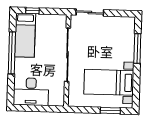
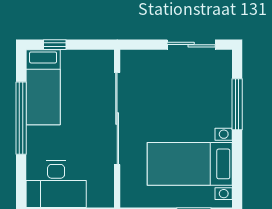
sliding door: (90, 12) -> (191, 45), moved

